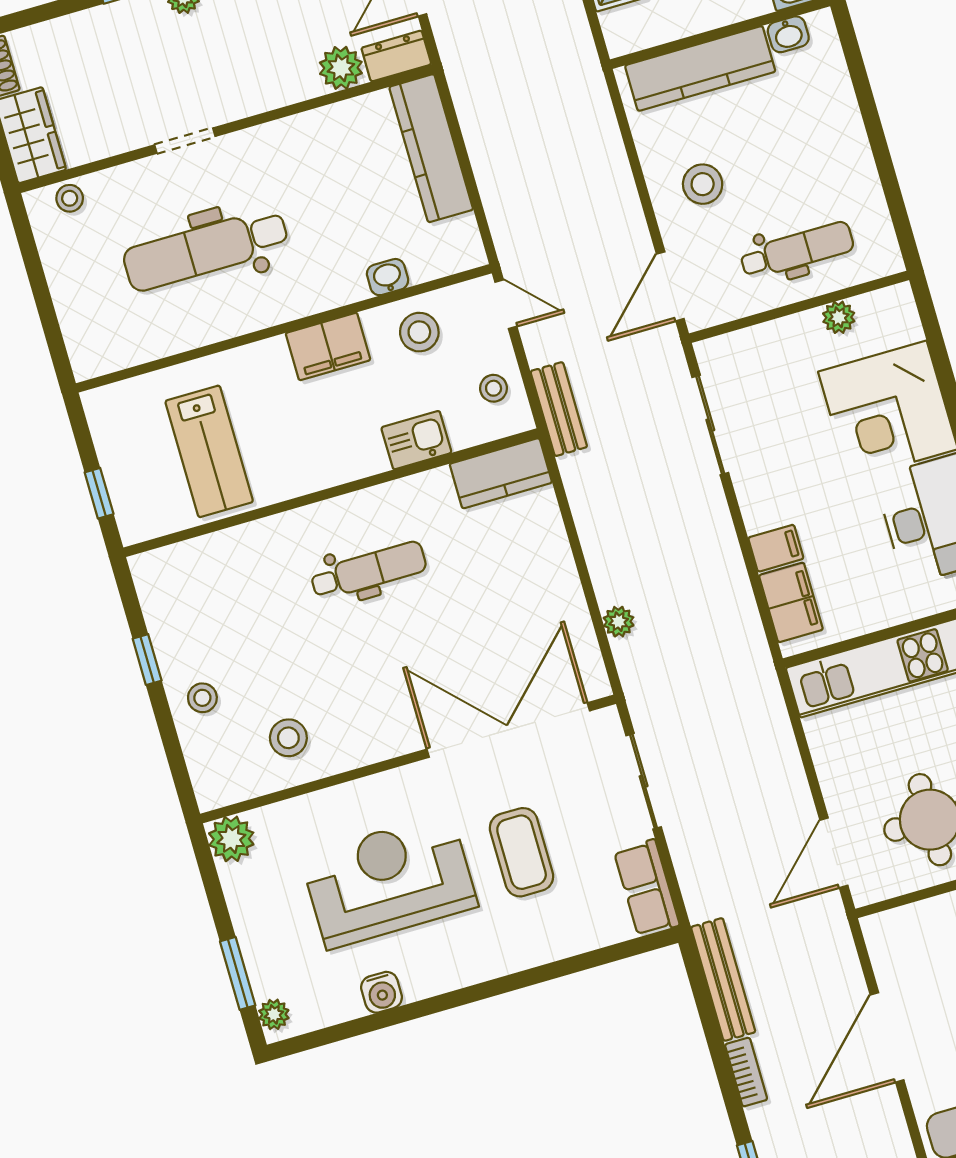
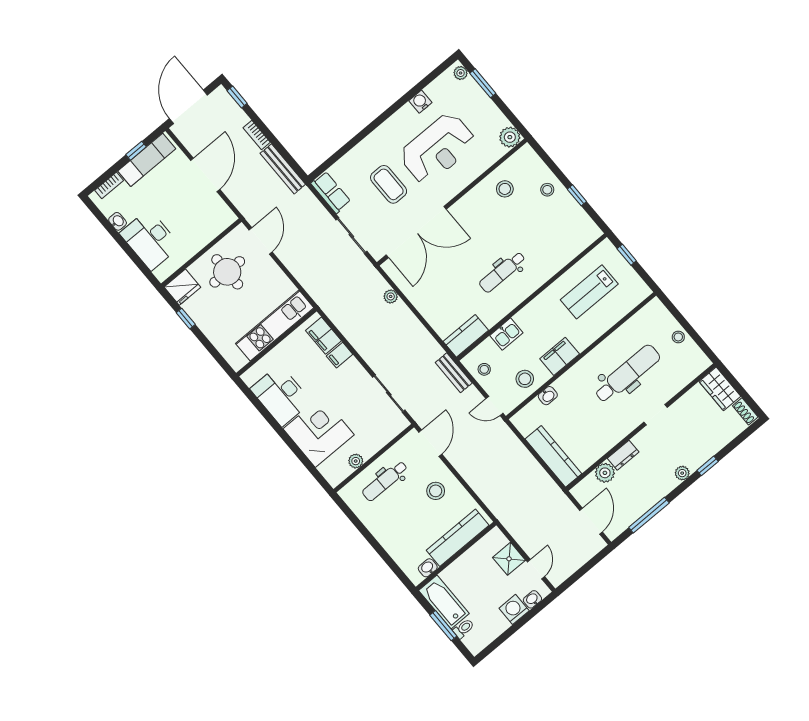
dresser: (396, 56) -> (623, 455), moved
stool: (70, 198) -> (678, 337), moved
lab bench: (209, 451) -> (589, 292), turned -90

